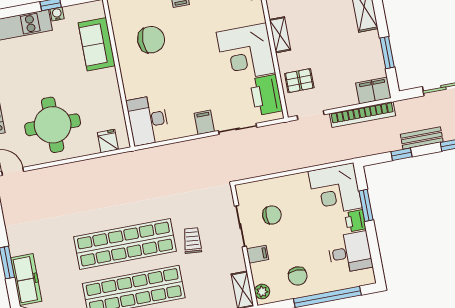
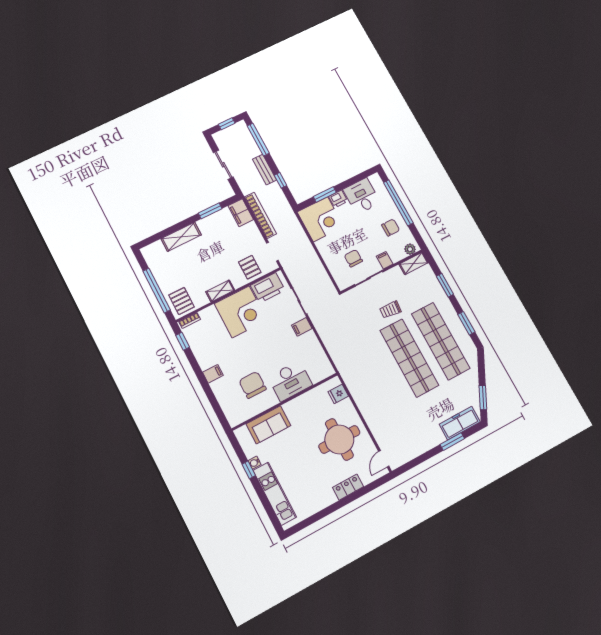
desk: (148, 120) -> (290, 381), moved

